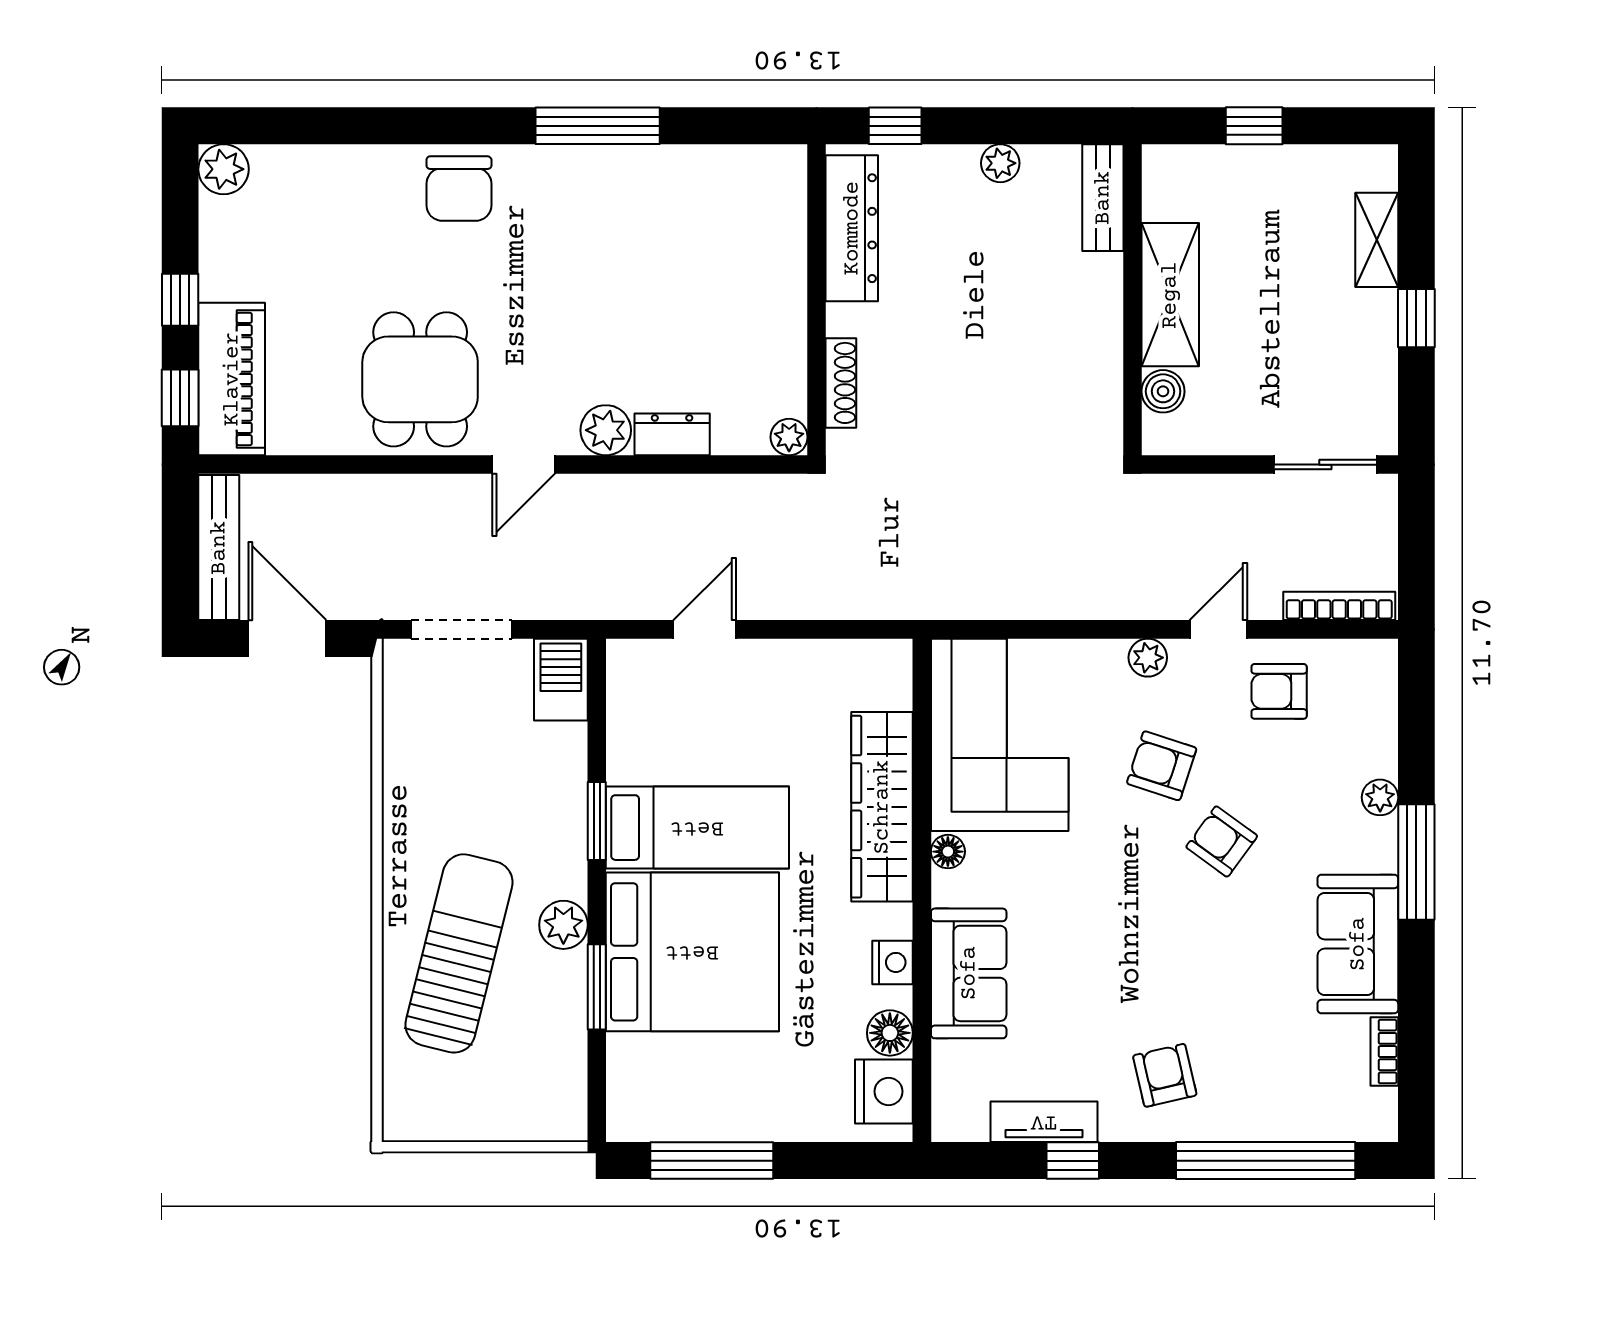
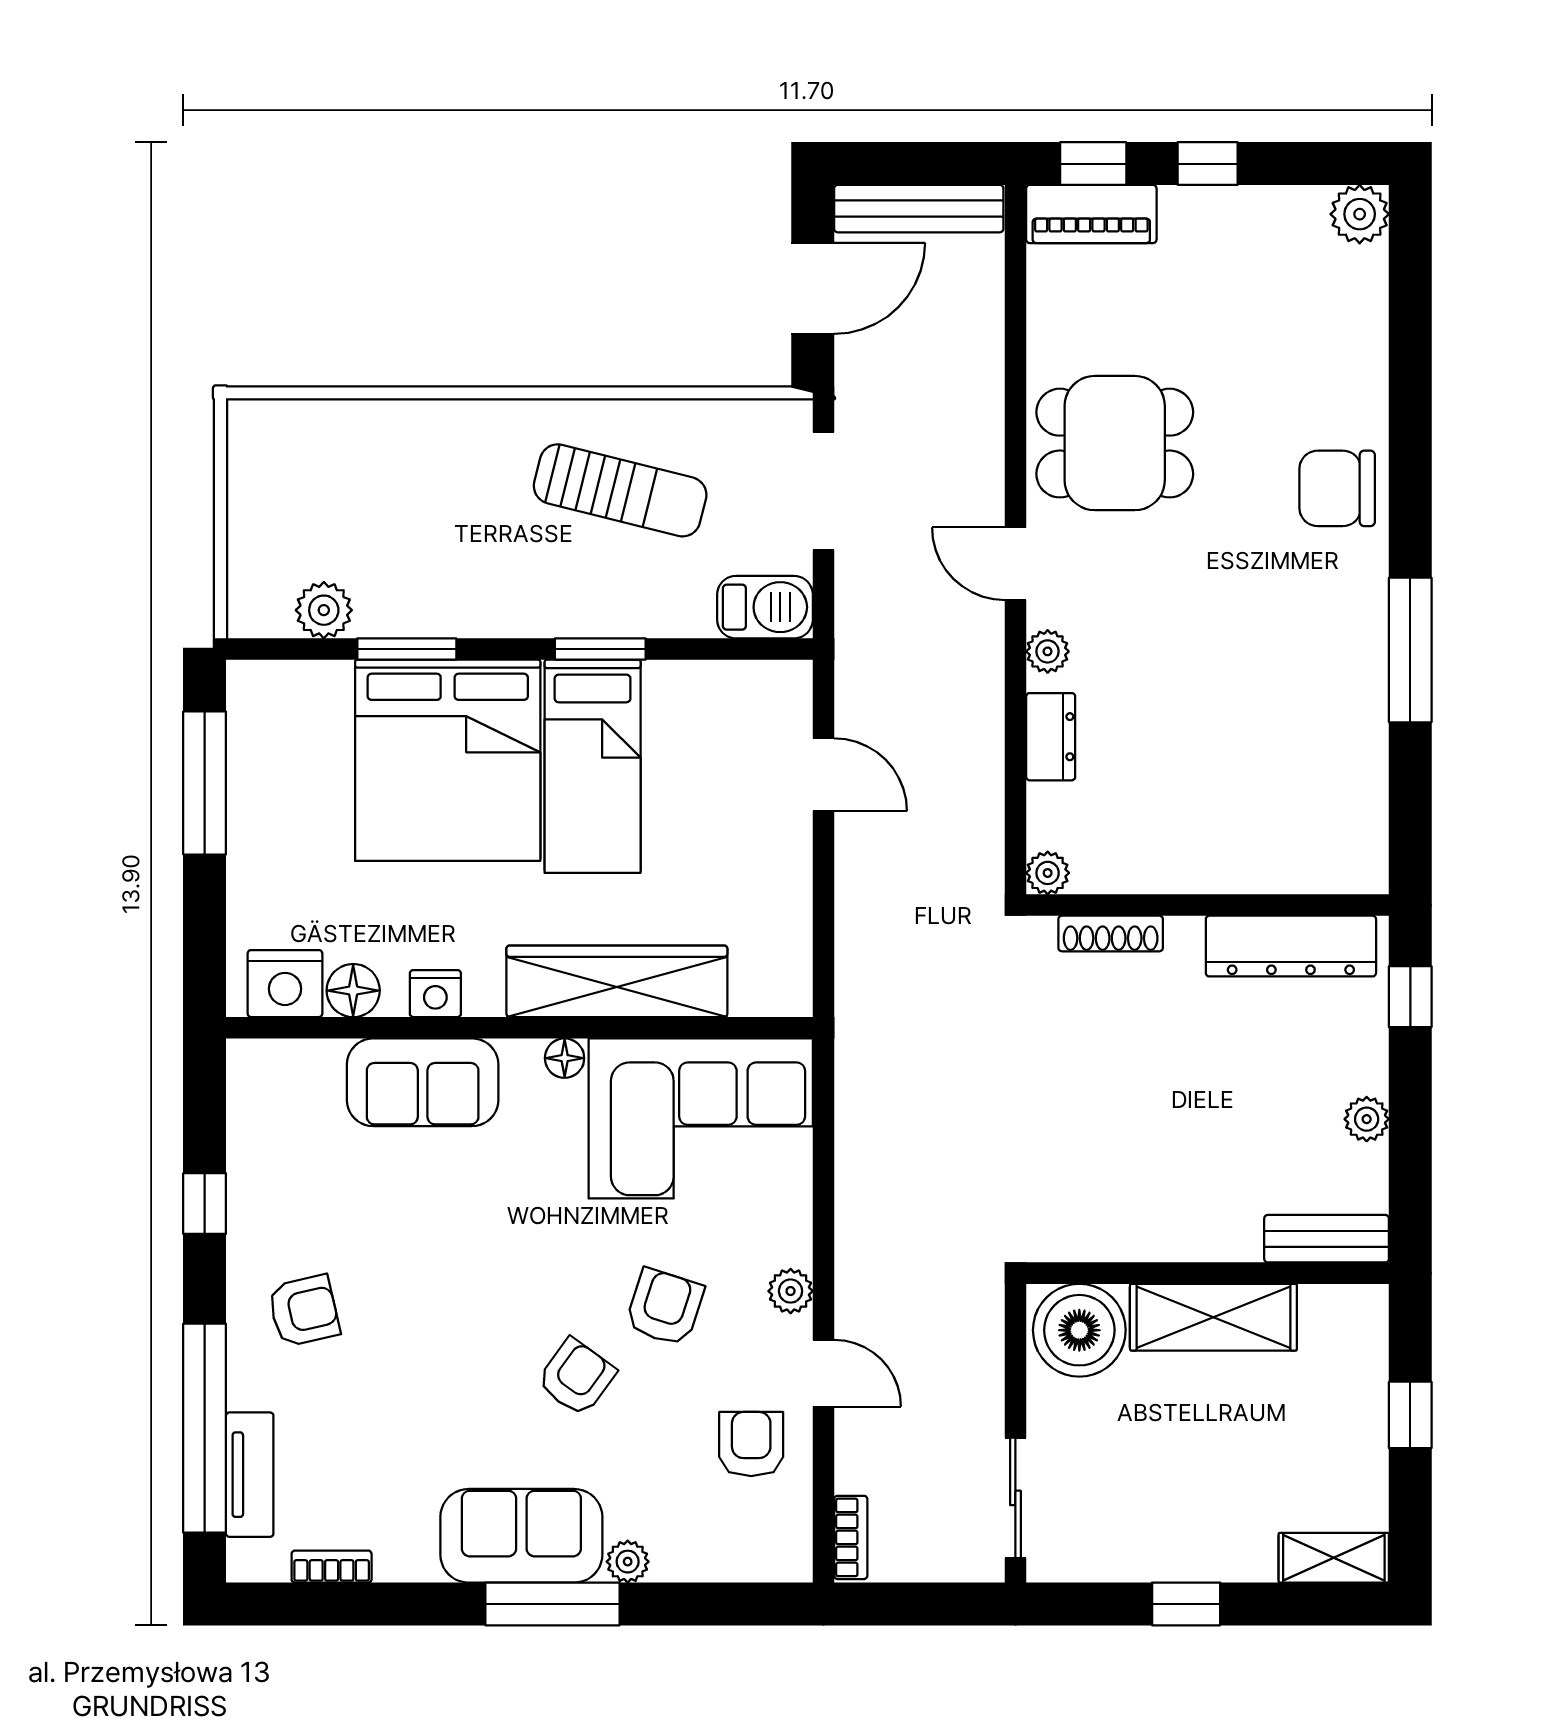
shelving: (1377, 240) -> (1334, 1558), moved
piano: (232, 379) -> (1091, 214), width x0.73, depth x0.75
boiler: (1163, 391) -> (1079, 1330), width x1.86, depth x1.86
plant: (606, 430) -> (1048, 651), width x0.73, depth x0.73
bookcase: (1339, 606) -> (851, 1537), width x0.64
plant: (563, 925) -> (324, 610), moved
sofa: (1358, 944) -> (521, 1536), moved
sun lounger: (459, 953) -> (620, 490), moved, width x0.73, depth x0.75
tv unit: (1044, 1122) -> (250, 1475), moved

